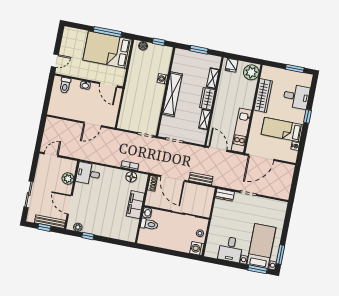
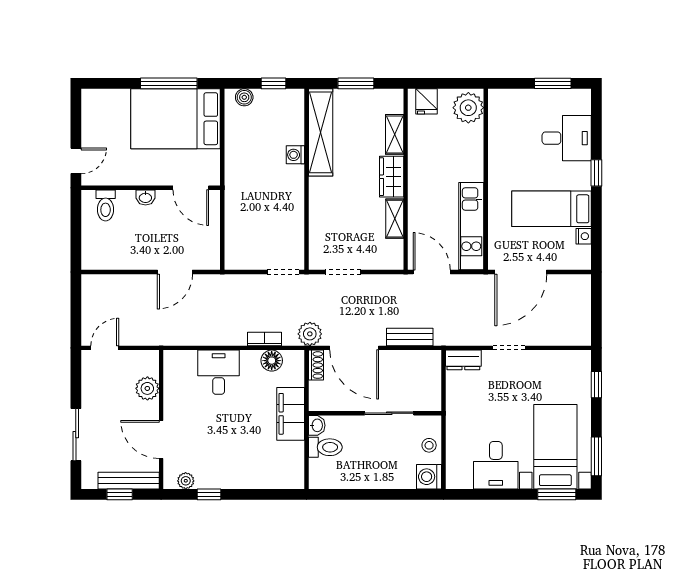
shelving: (172, 94) -> (321, 132), moved
wardrobe: (263, 96) -> (500, 149), removed
plant: (152, 167) -> (310, 334), added
desk: (88, 173) -> (219, 372), moved, turned 90
window: (287, 220) -> (596, 385), added

